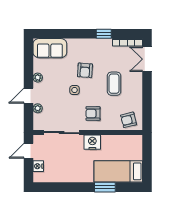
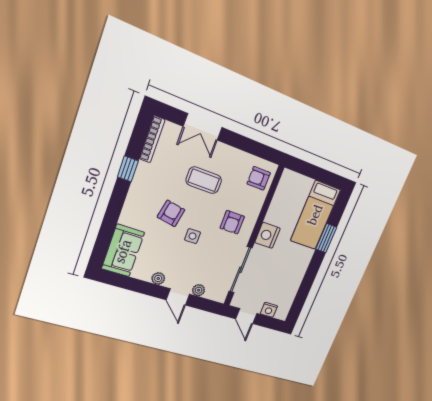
double door: (147, 59) -> (203, 127), moved
armchair: (85, 70) -> (171, 213), turned -83
armchair: (129, 120) -> (259, 178), turned 104

